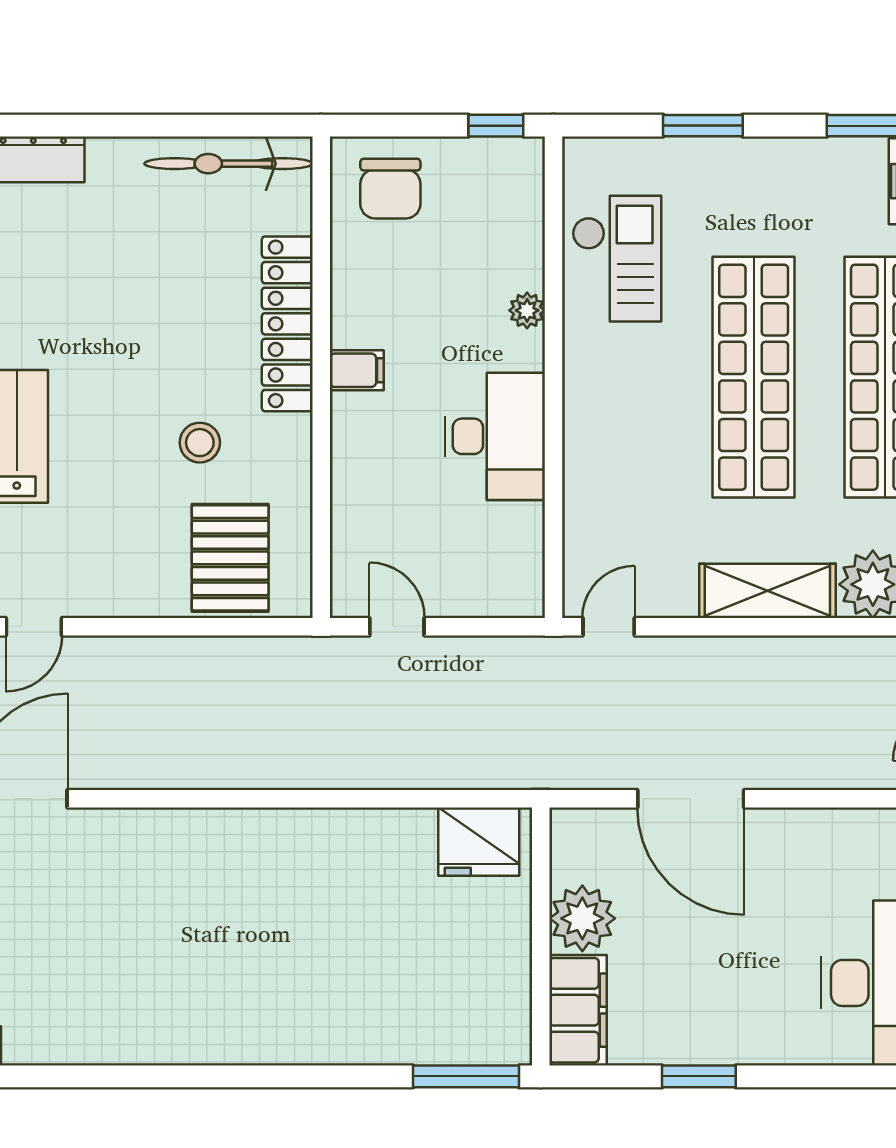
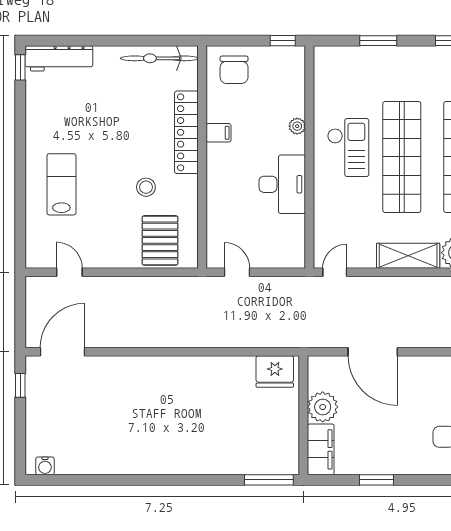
checkout: (617, 259) -> (348, 148), moved
filing cabinet: (357, 370) -> (218, 133), moved
door: (34, 627) -> (69, 272), swing flipped

